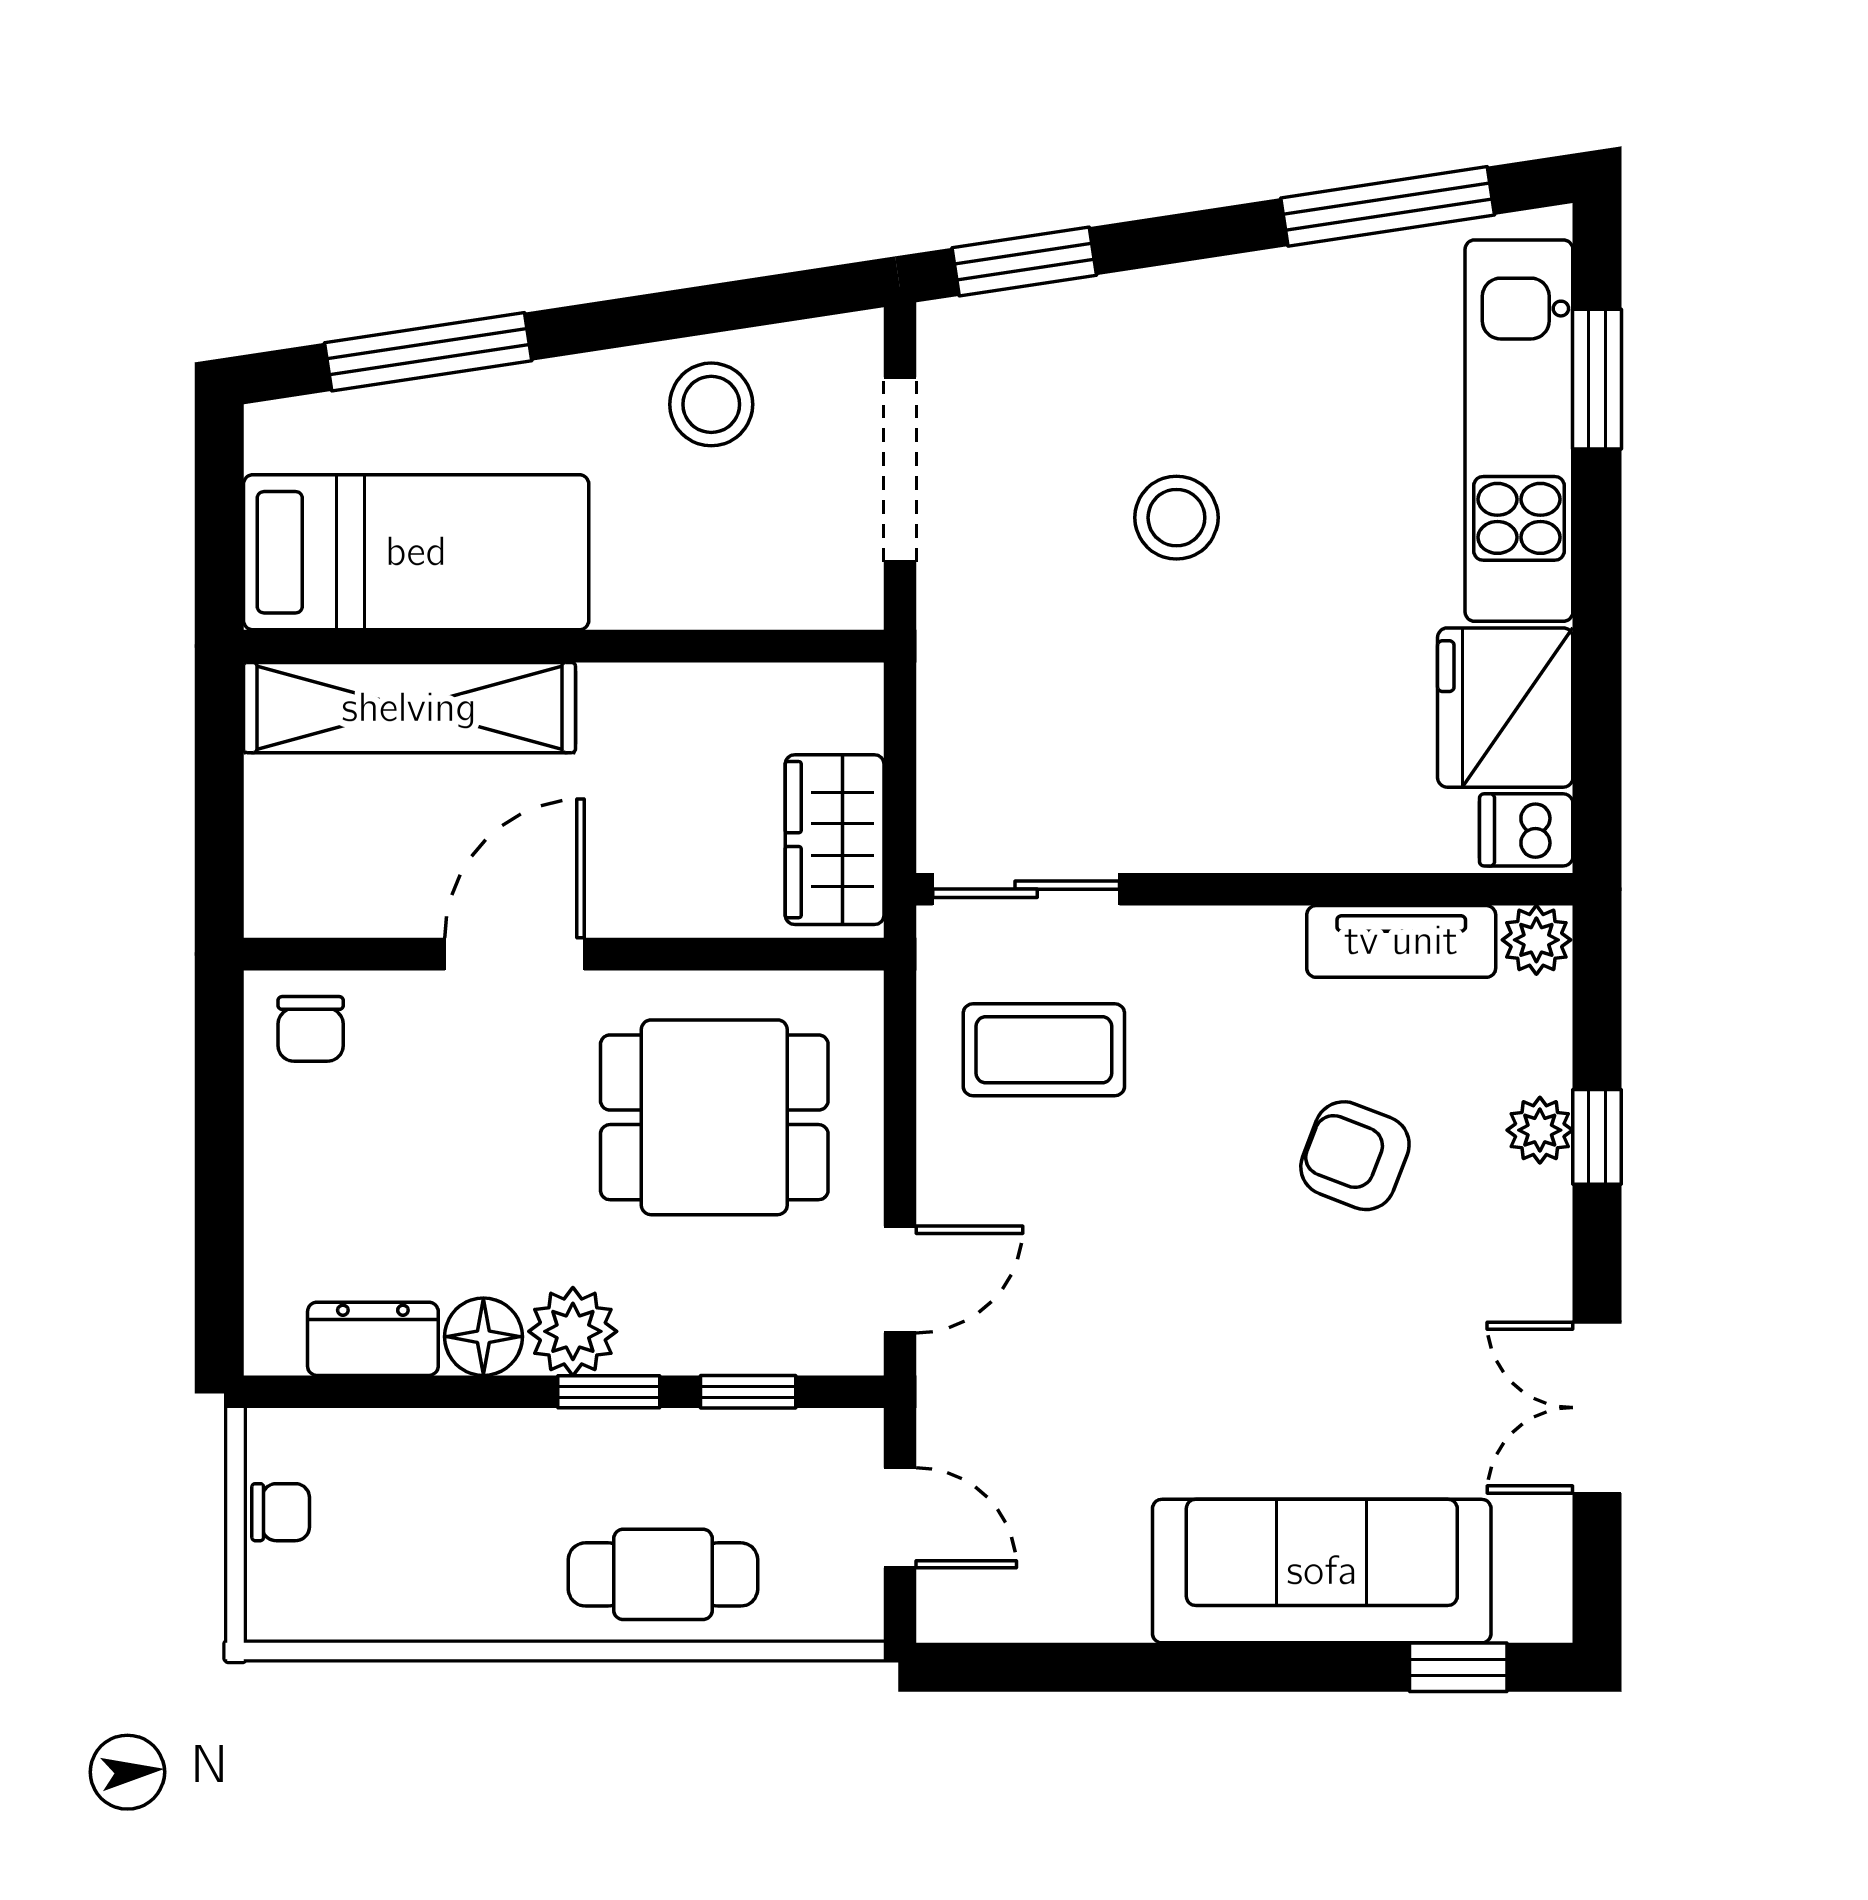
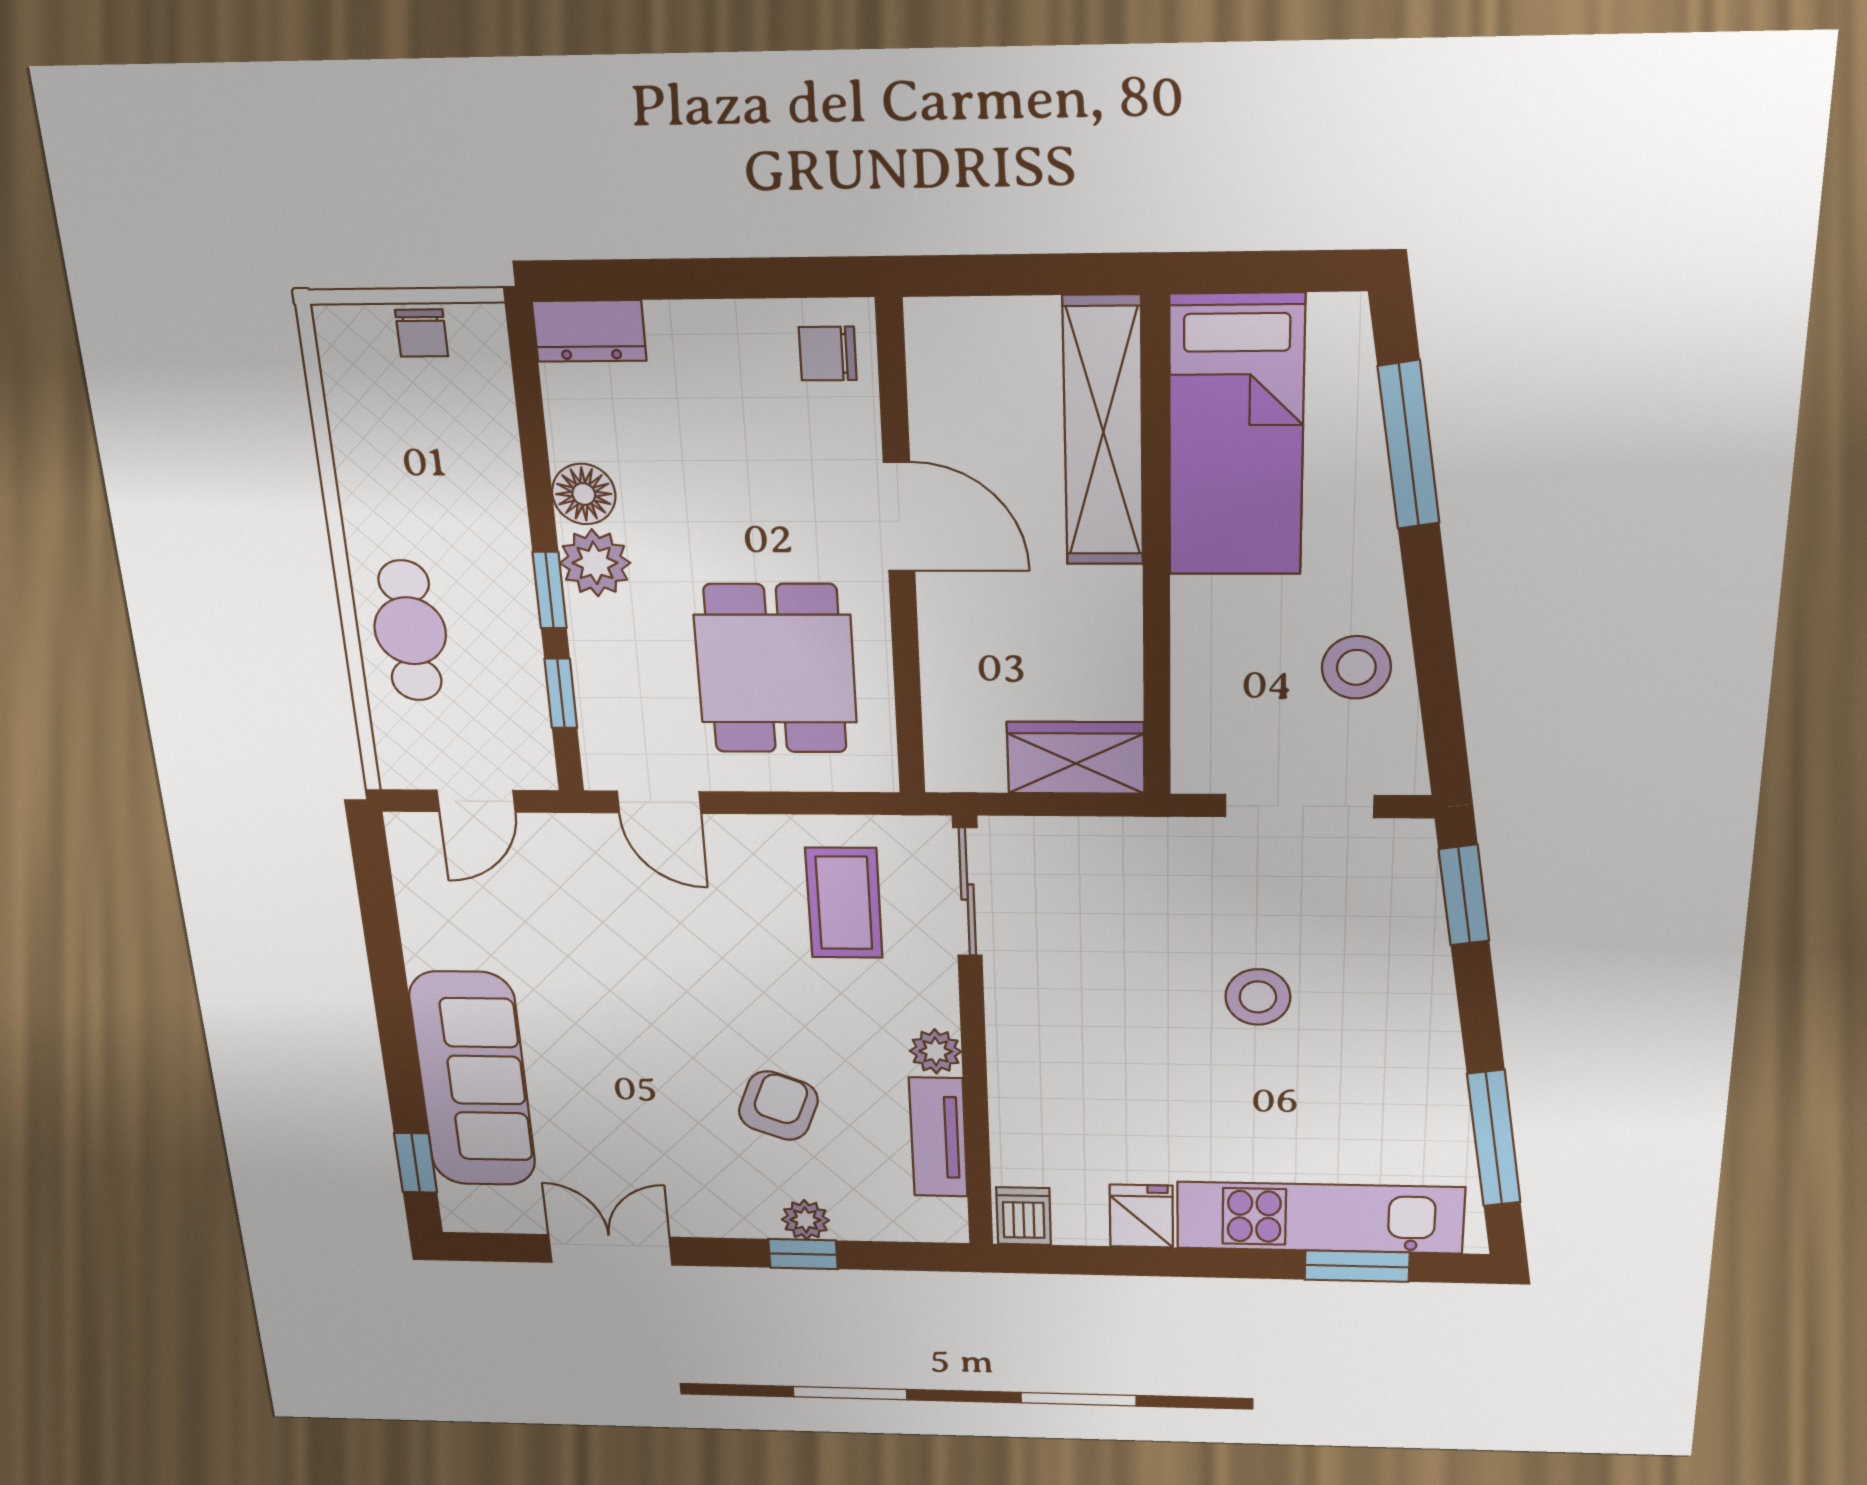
fridge: (1505, 708) -> (1141, 1216), width x0.53, depth x0.75
wardrobe: (835, 840) -> (1076, 758), moved
plant: (1536, 940) -> (936, 1051), moved
dresser: (373, 1339) -> (589, 331), moved, turned 90

